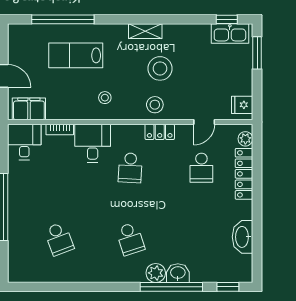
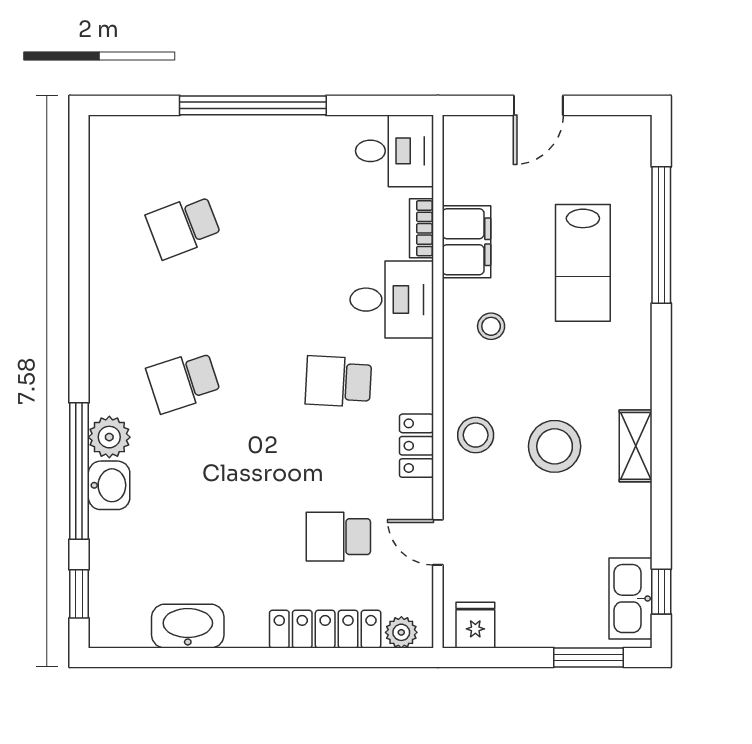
shelving: (145, 31) -> (636, 446), moved
lab bench: (76, 55) -> (583, 263), turned 180
filing cabinet: (29, 109) -> (467, 242), moved

